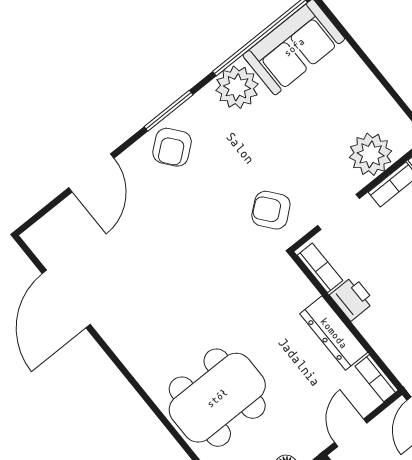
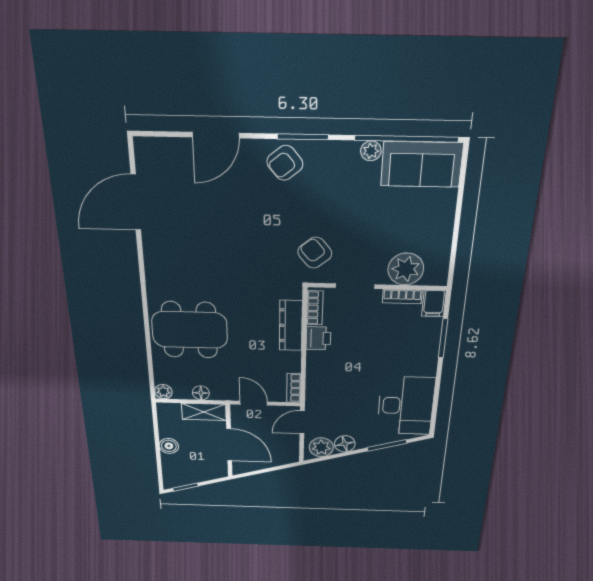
plant: (237, 87) -> (371, 151), width x0.53, depth x0.53
dresser: (334, 333) -> (291, 326), moved
door: (351, 433) -> (254, 403), hinge flipped

